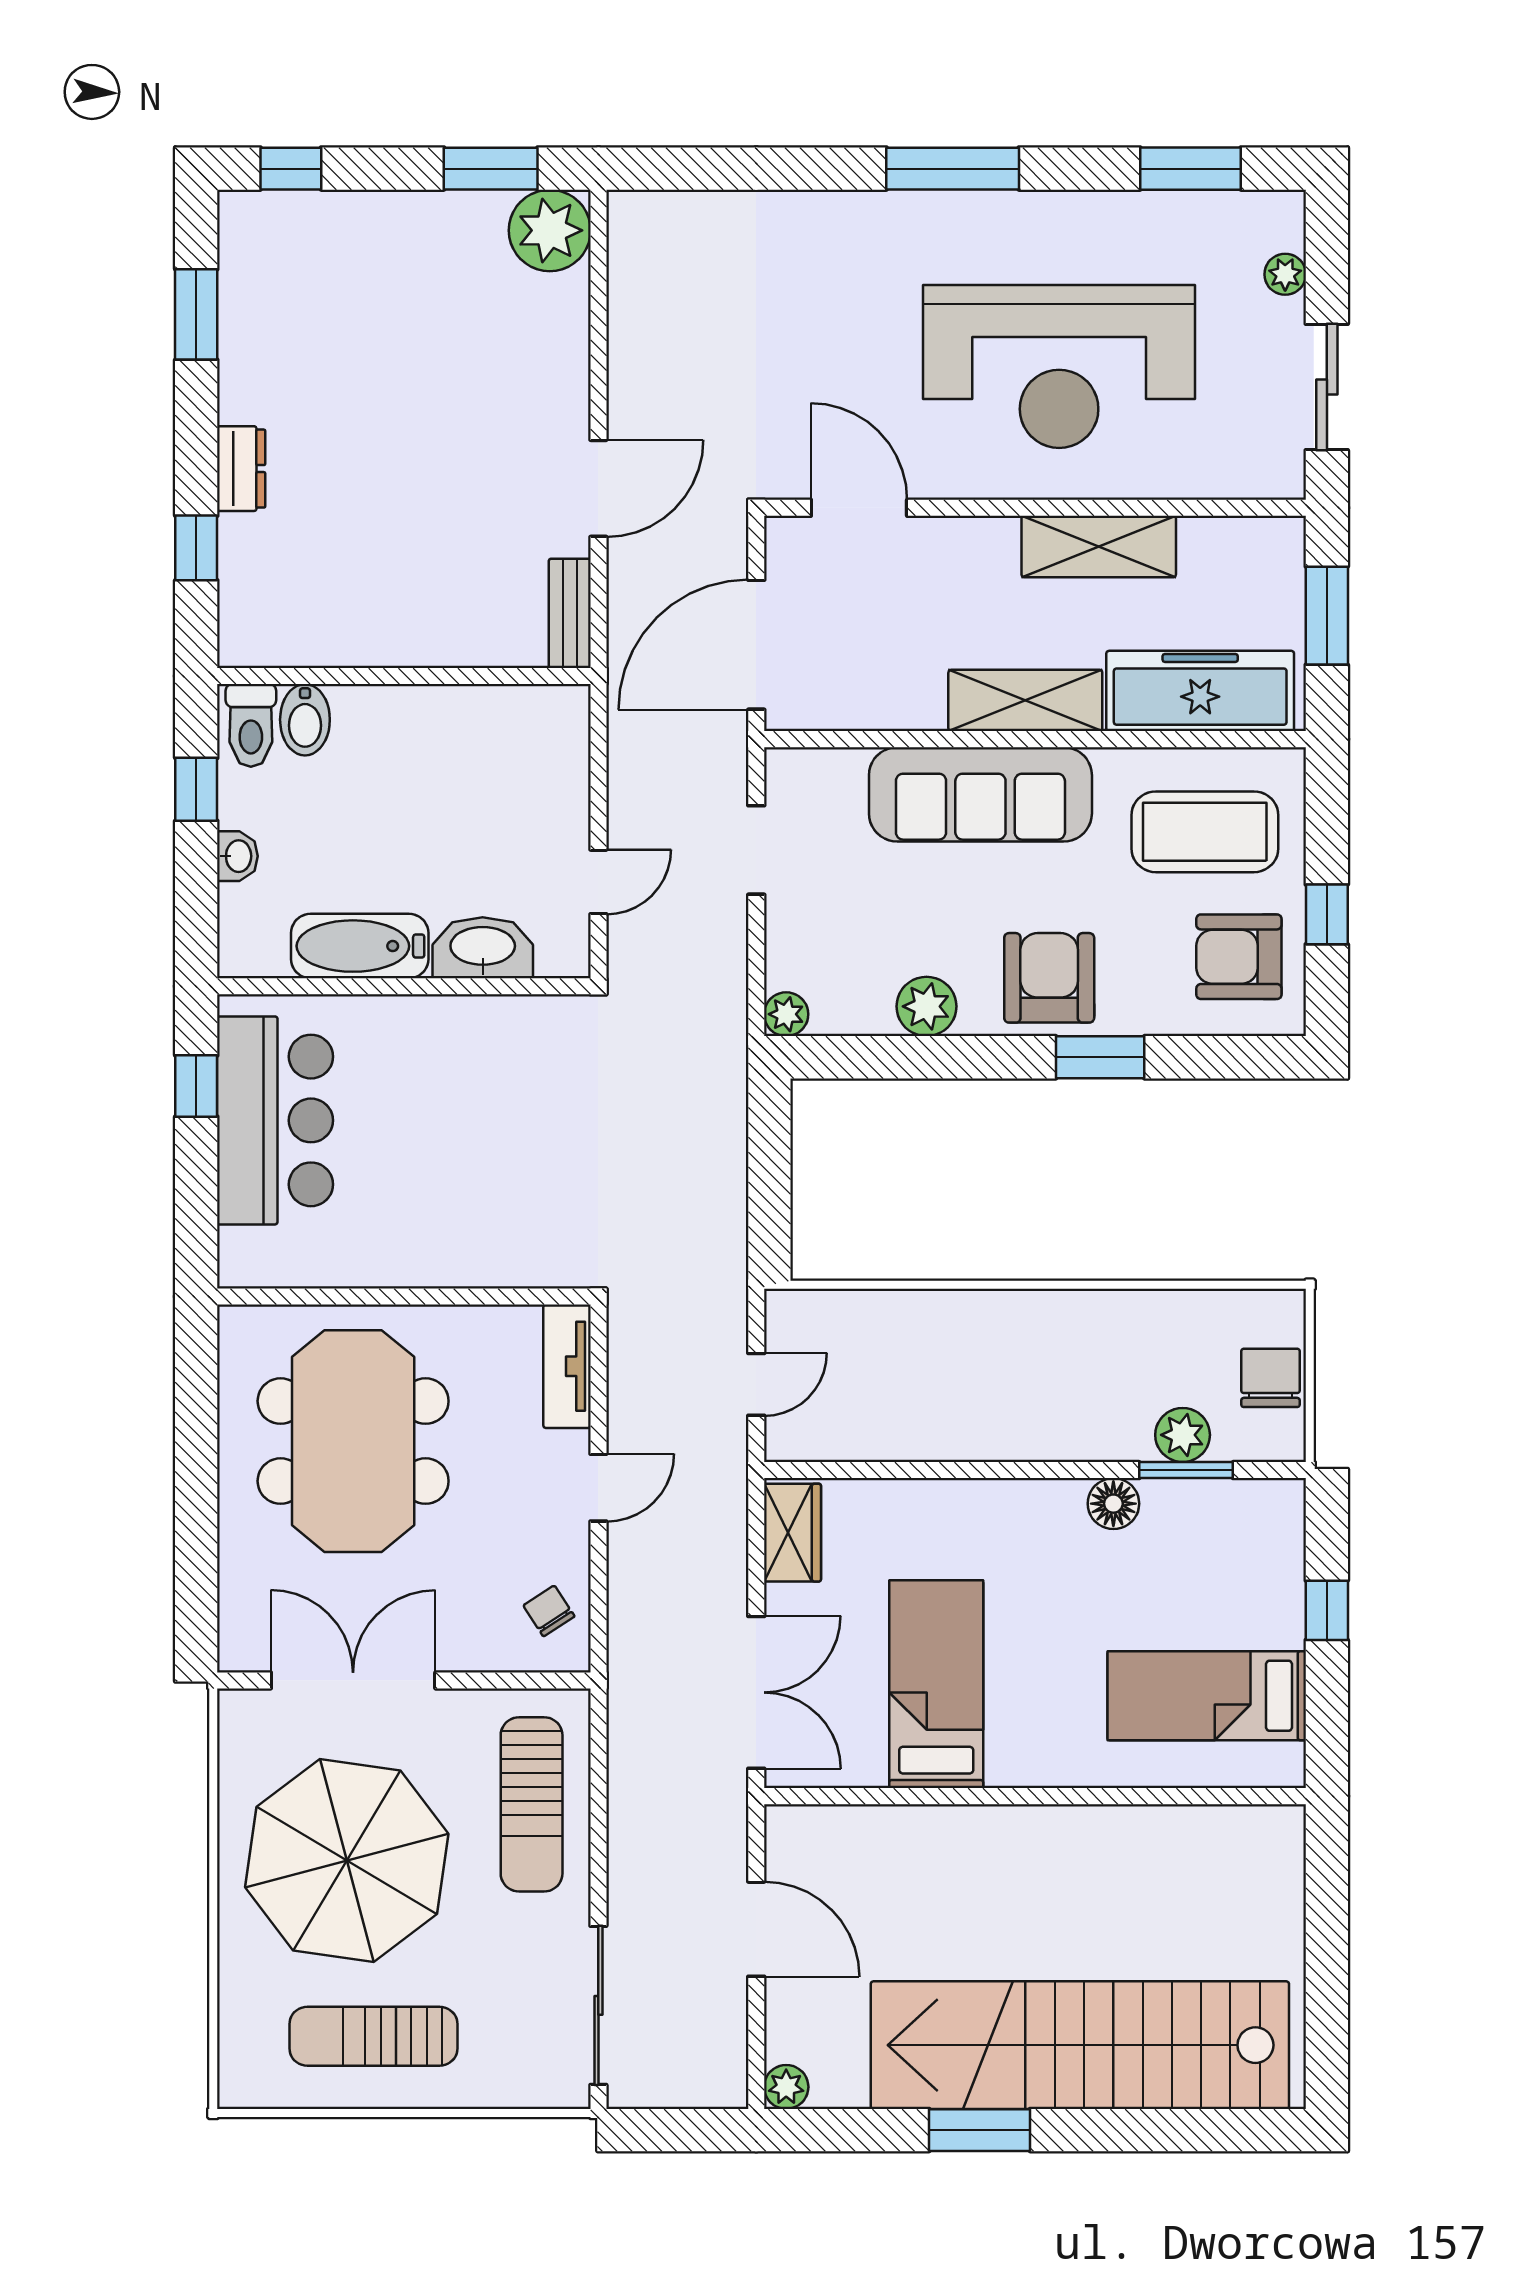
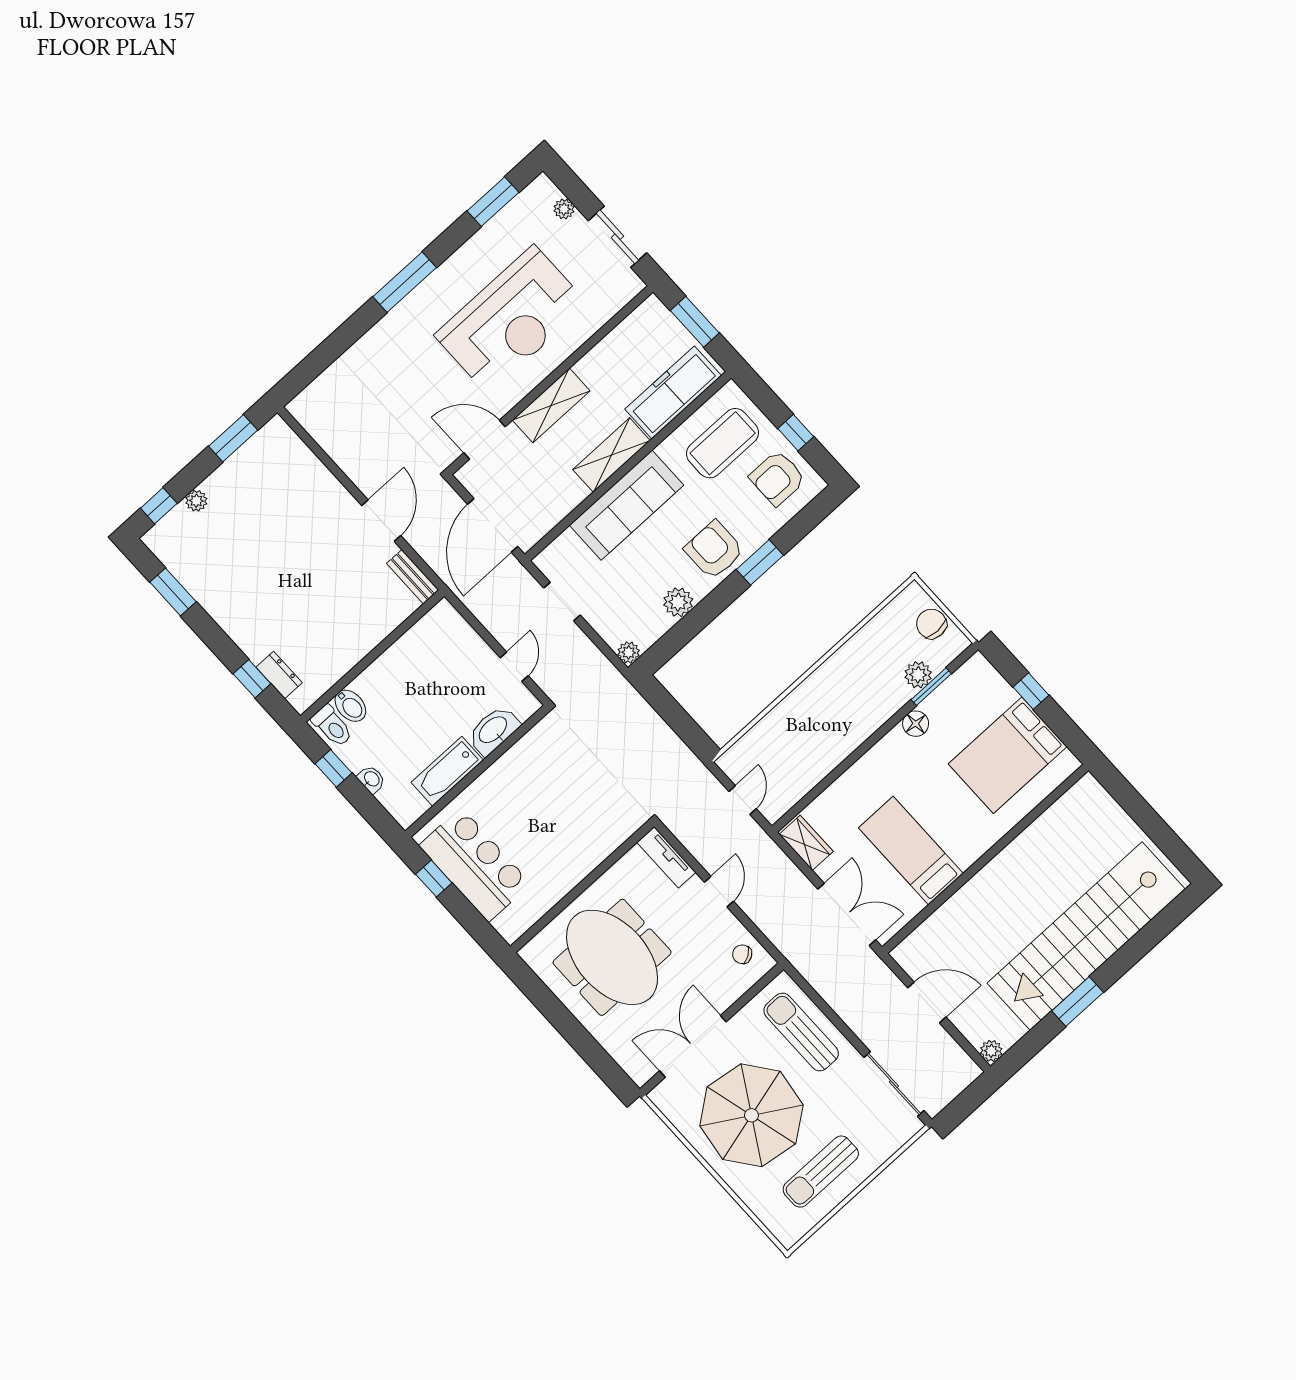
plant: (550, 230) -> (196, 501), moved, width x0.53, depth x0.53
dresser: (241, 469) -> (279, 675), moved
shelving: (1099, 546) -> (551, 405), moved
bed: (1207, 1696) -> (1008, 755), width x1.50
sun lounger: (532, 1804) -> (801, 1032), turned 180

